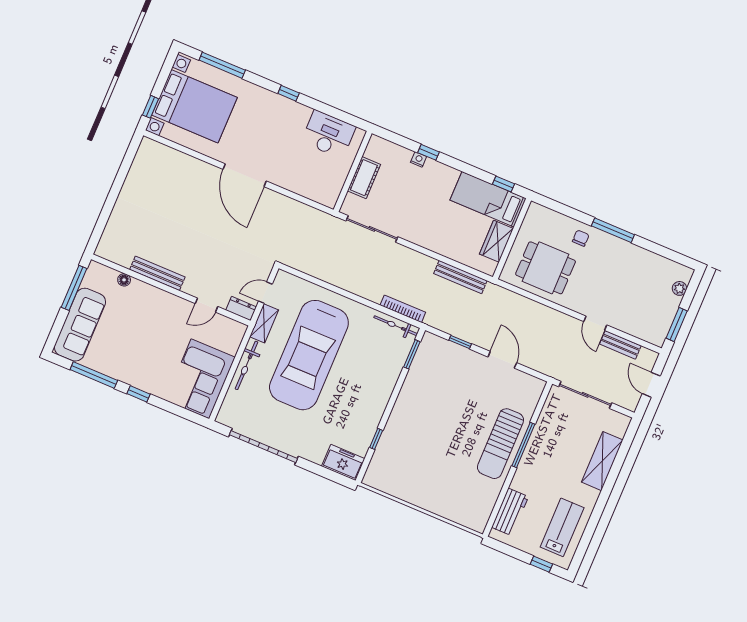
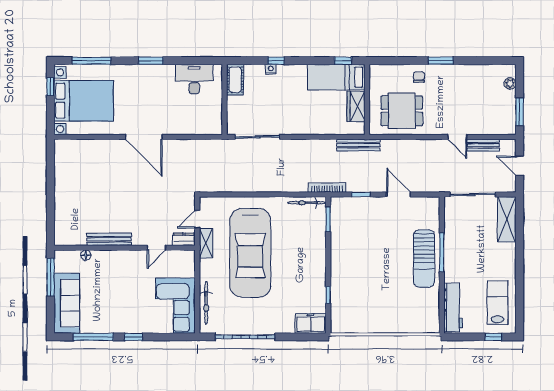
window: (289, 93) -> (151, 61), width x1.50
window: (151, 107) -> (50, 87), moved
cot: (364, 178) -> (235, 80), moved
window: (613, 230) -> (441, 61), width x0.69
bench: (460, 277) -> (358, 145), moved
bookcase: (403, 309) -> (327, 188), moved
bicycle: (246, 365) -> (206, 303), moved
shelving: (602, 461) -> (507, 219), moved
workbench: (510, 512) -> (453, 307), width x1.38

